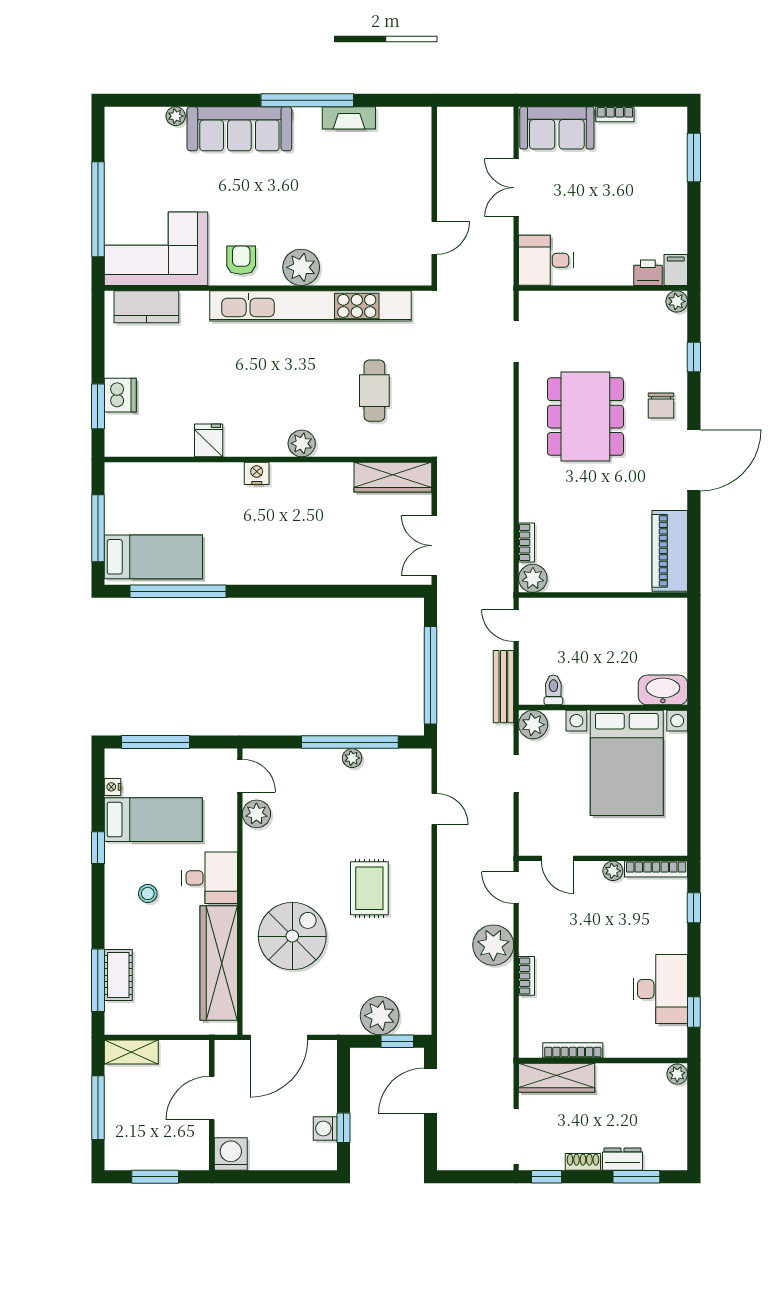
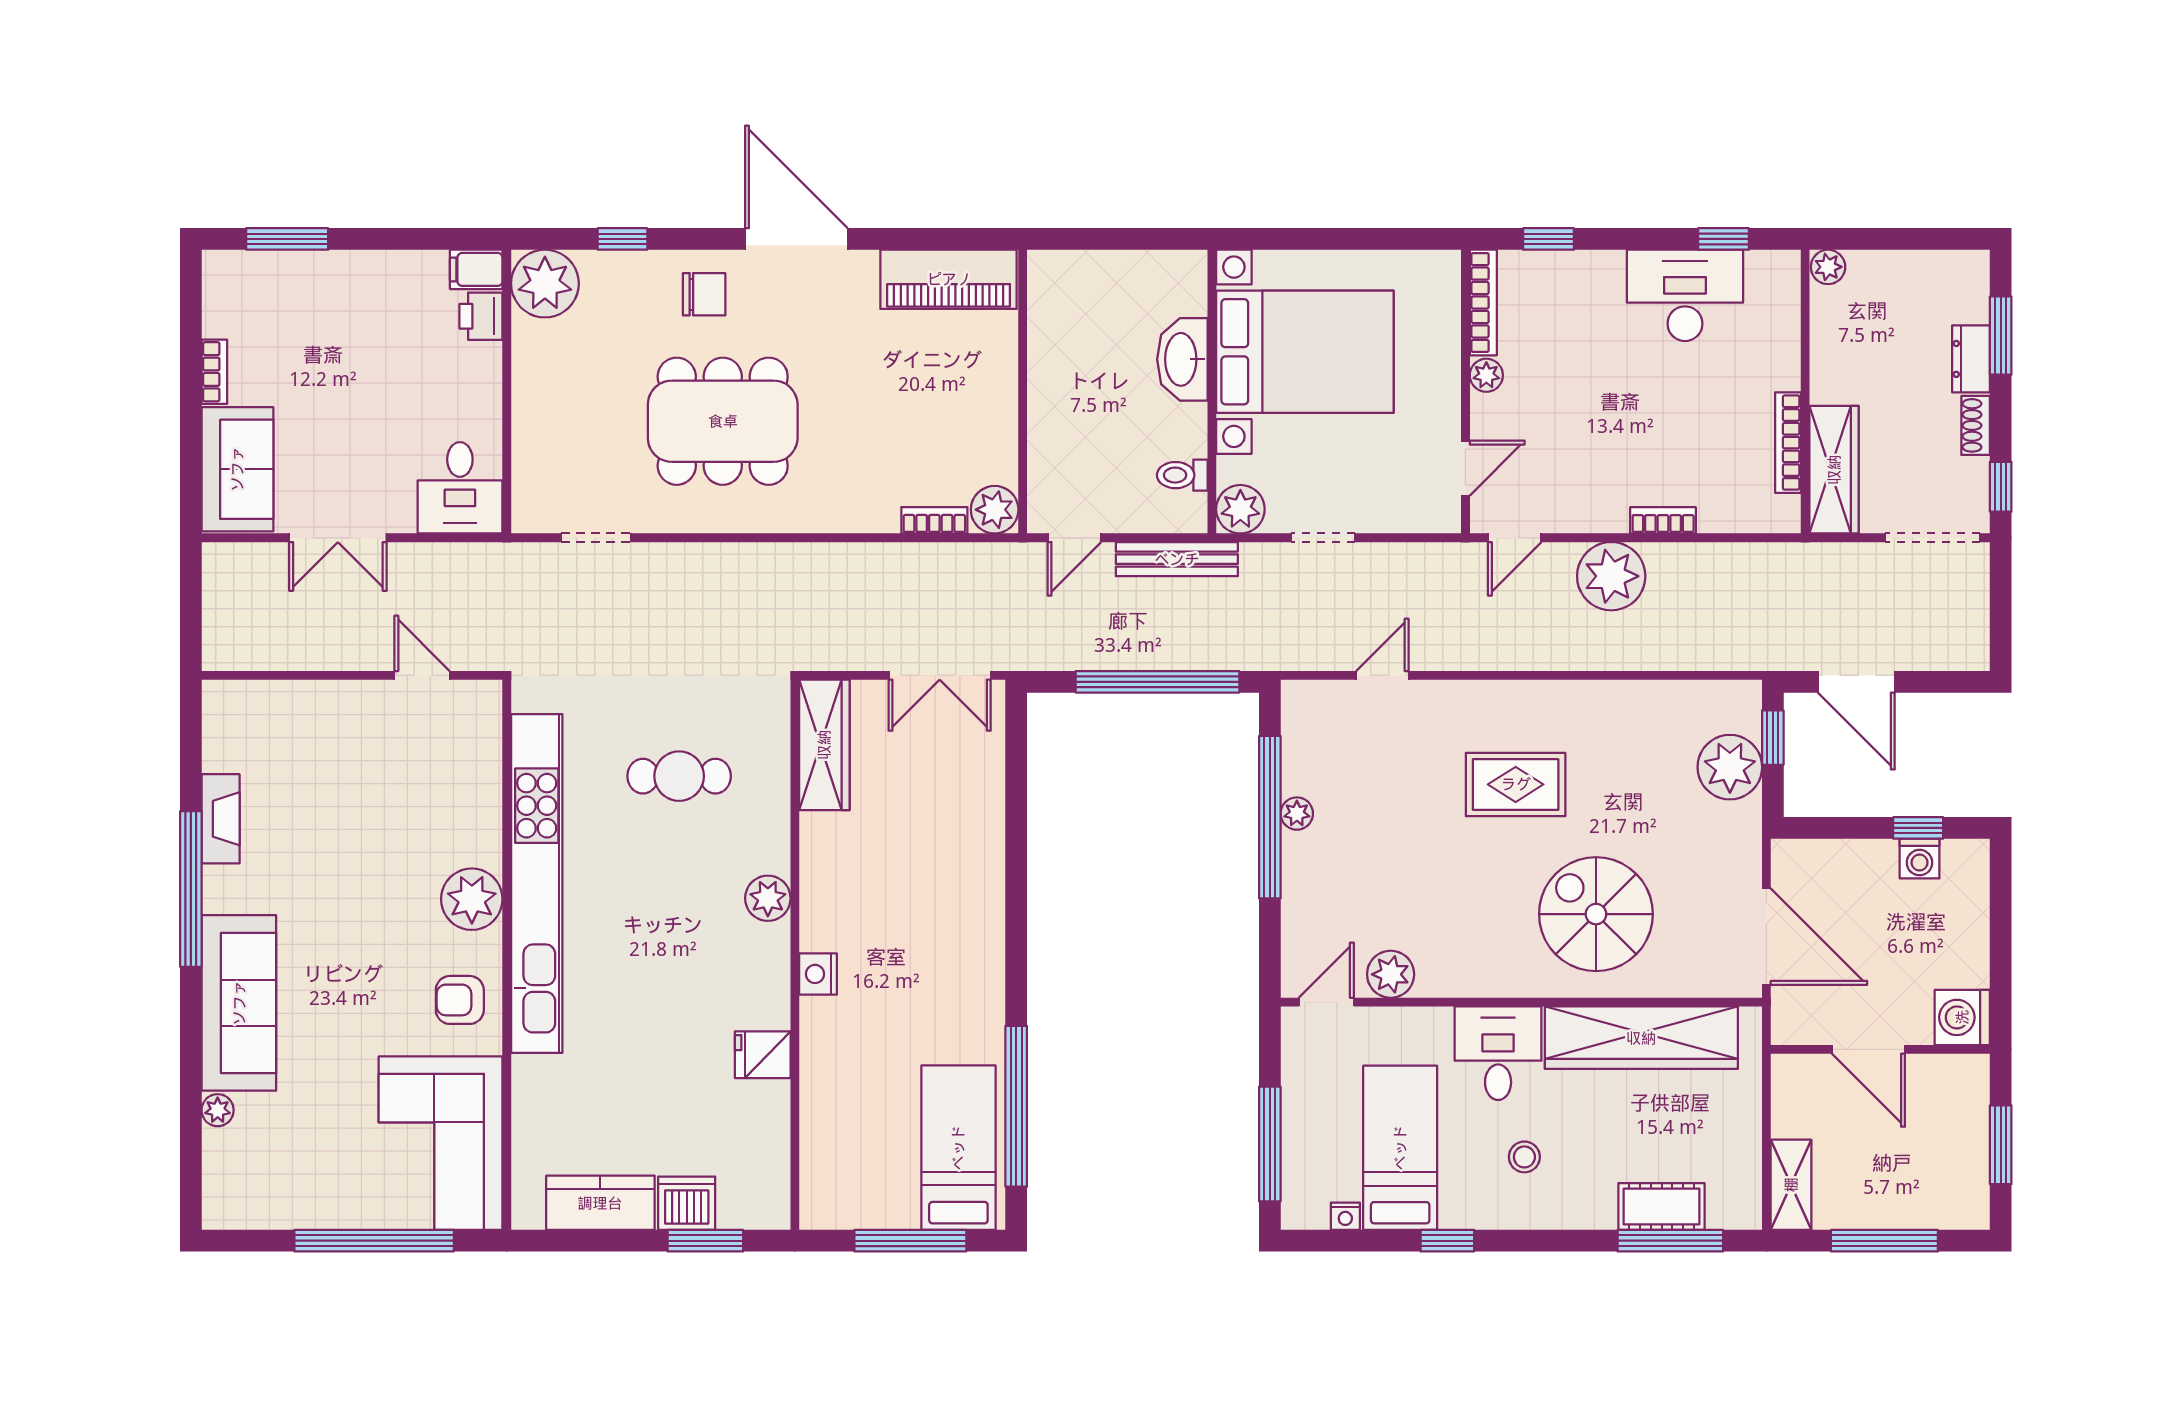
plant: (677, 301) -> (545, 284), width x1.88, depth x1.88
kitchen counter: (146, 307) -> (600, 1203), moved, turned -90
washbasin: (663, 690) -> (1182, 359), moved

